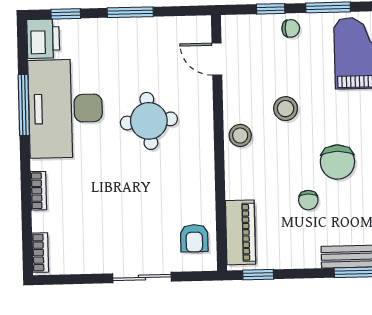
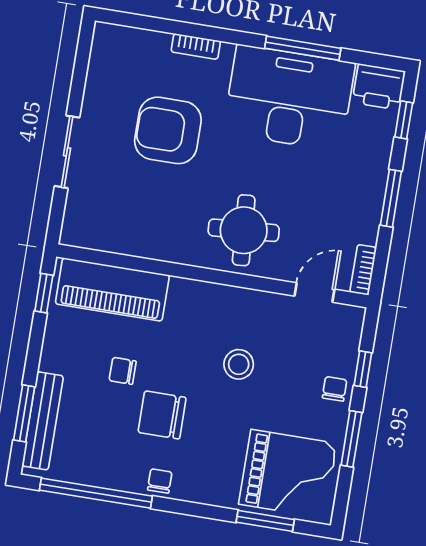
chair: (291, 28) -> (335, 389), turned 180
round table: (149, 121) -> (244, 230), moved
stool: (240, 135) -> (216, 303), removed
piano: (240, 232) -> (112, 289), width x1.37, depth x1.33
armchair: (194, 238) -> (168, 130), moved, width x1.88, depth x1.88
bookcase: (40, 253) -> (363, 270), moved, turned 90

